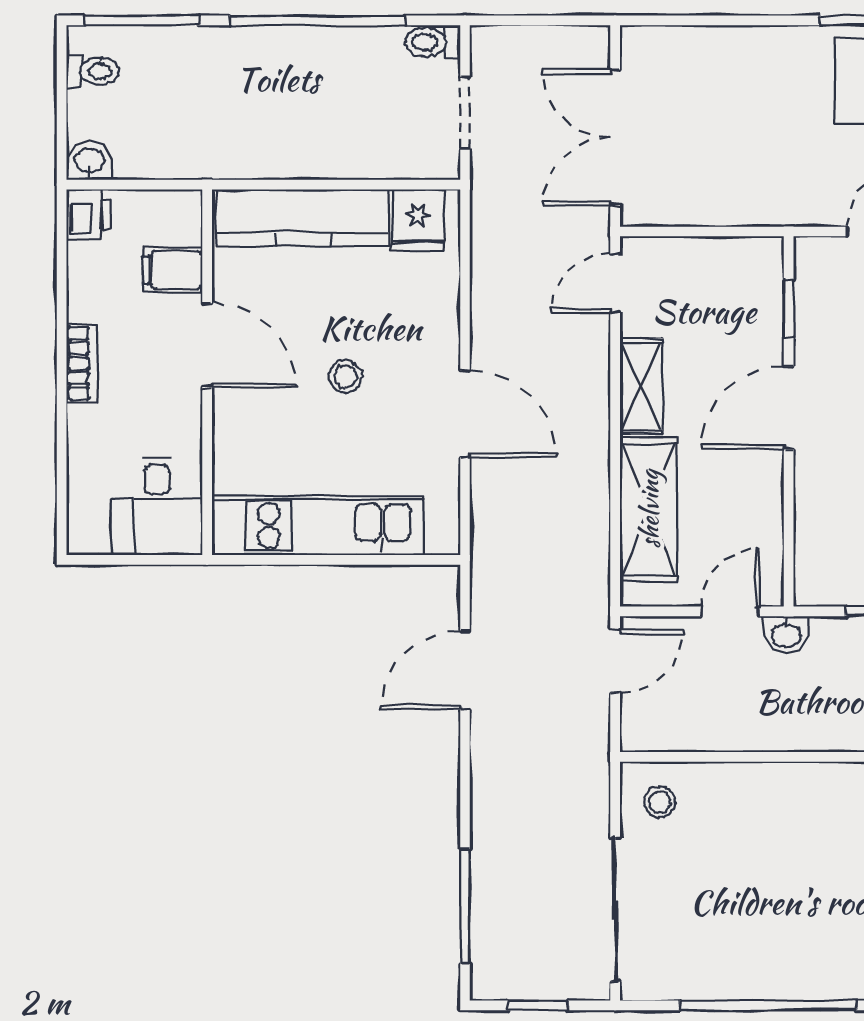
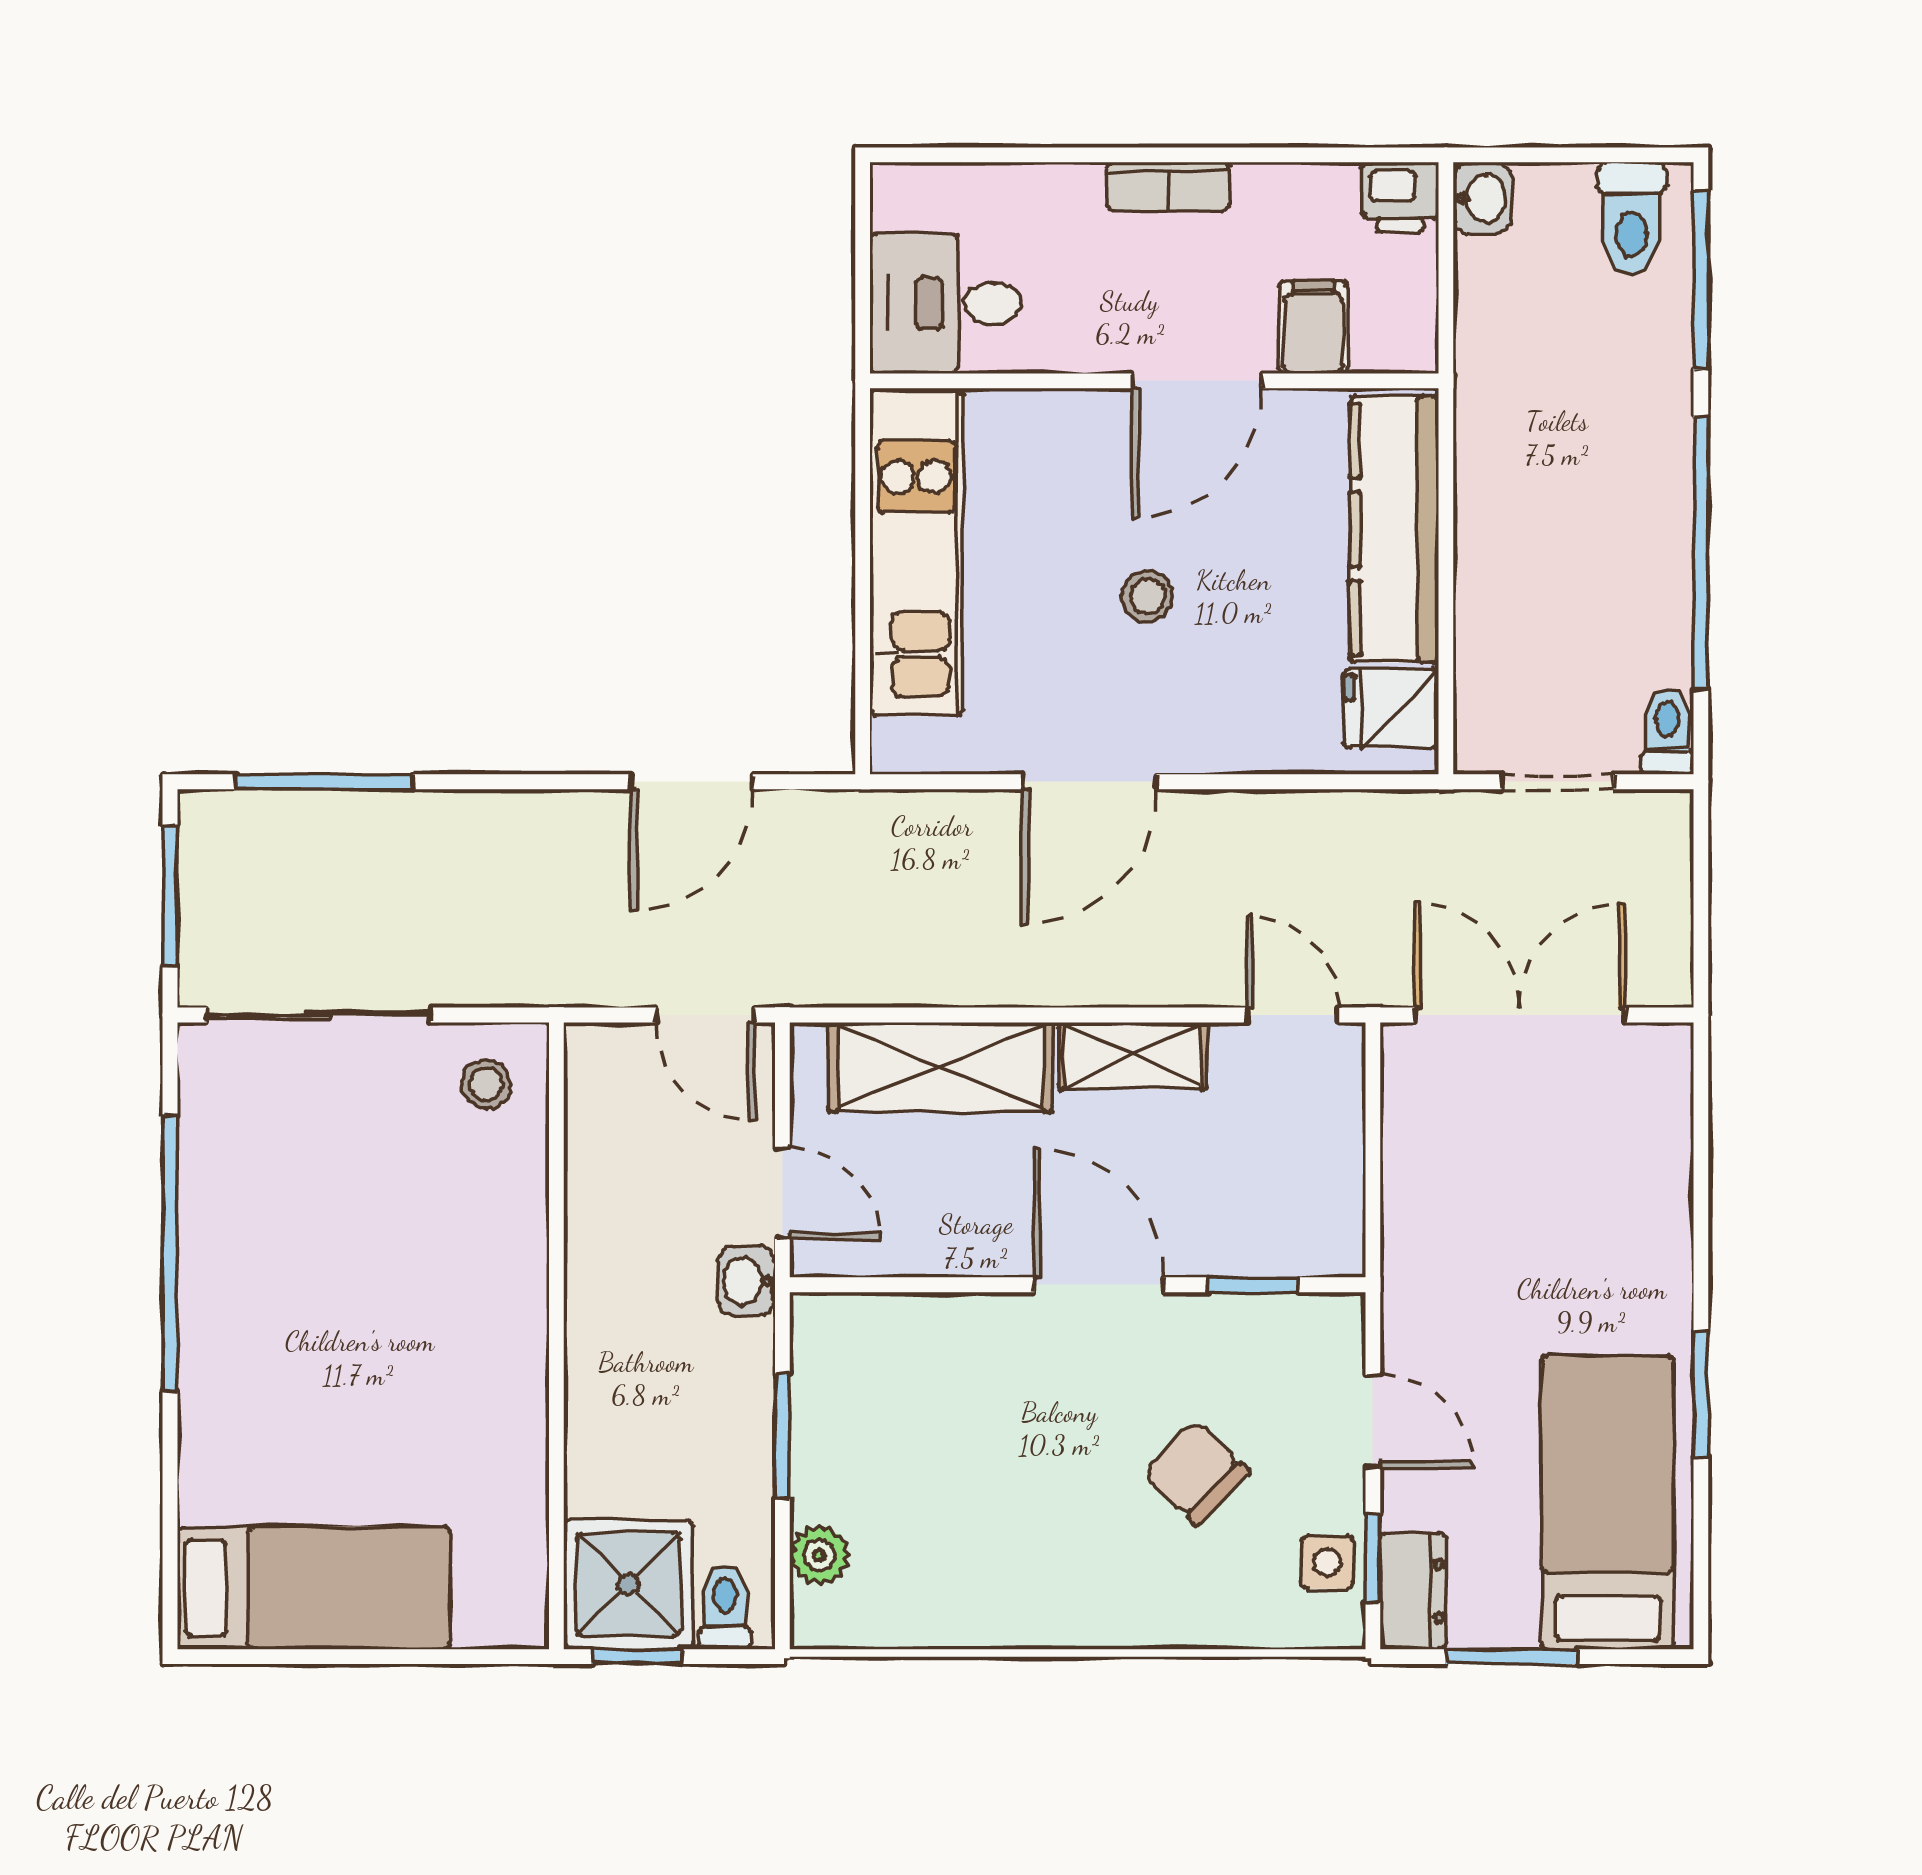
toilet: (93, 71) -> (1632, 219), width x1.37, depth x1.39
door: (465, 670) -> (691, 782), swing flipped
window: (538, 1005) -> (170, 895), width x1.50

